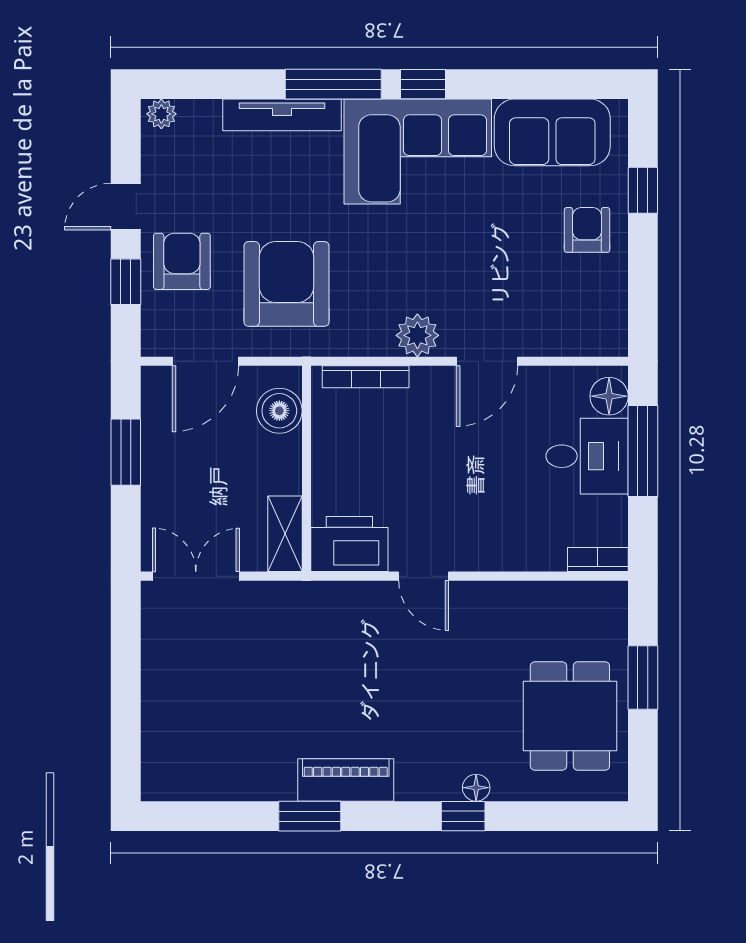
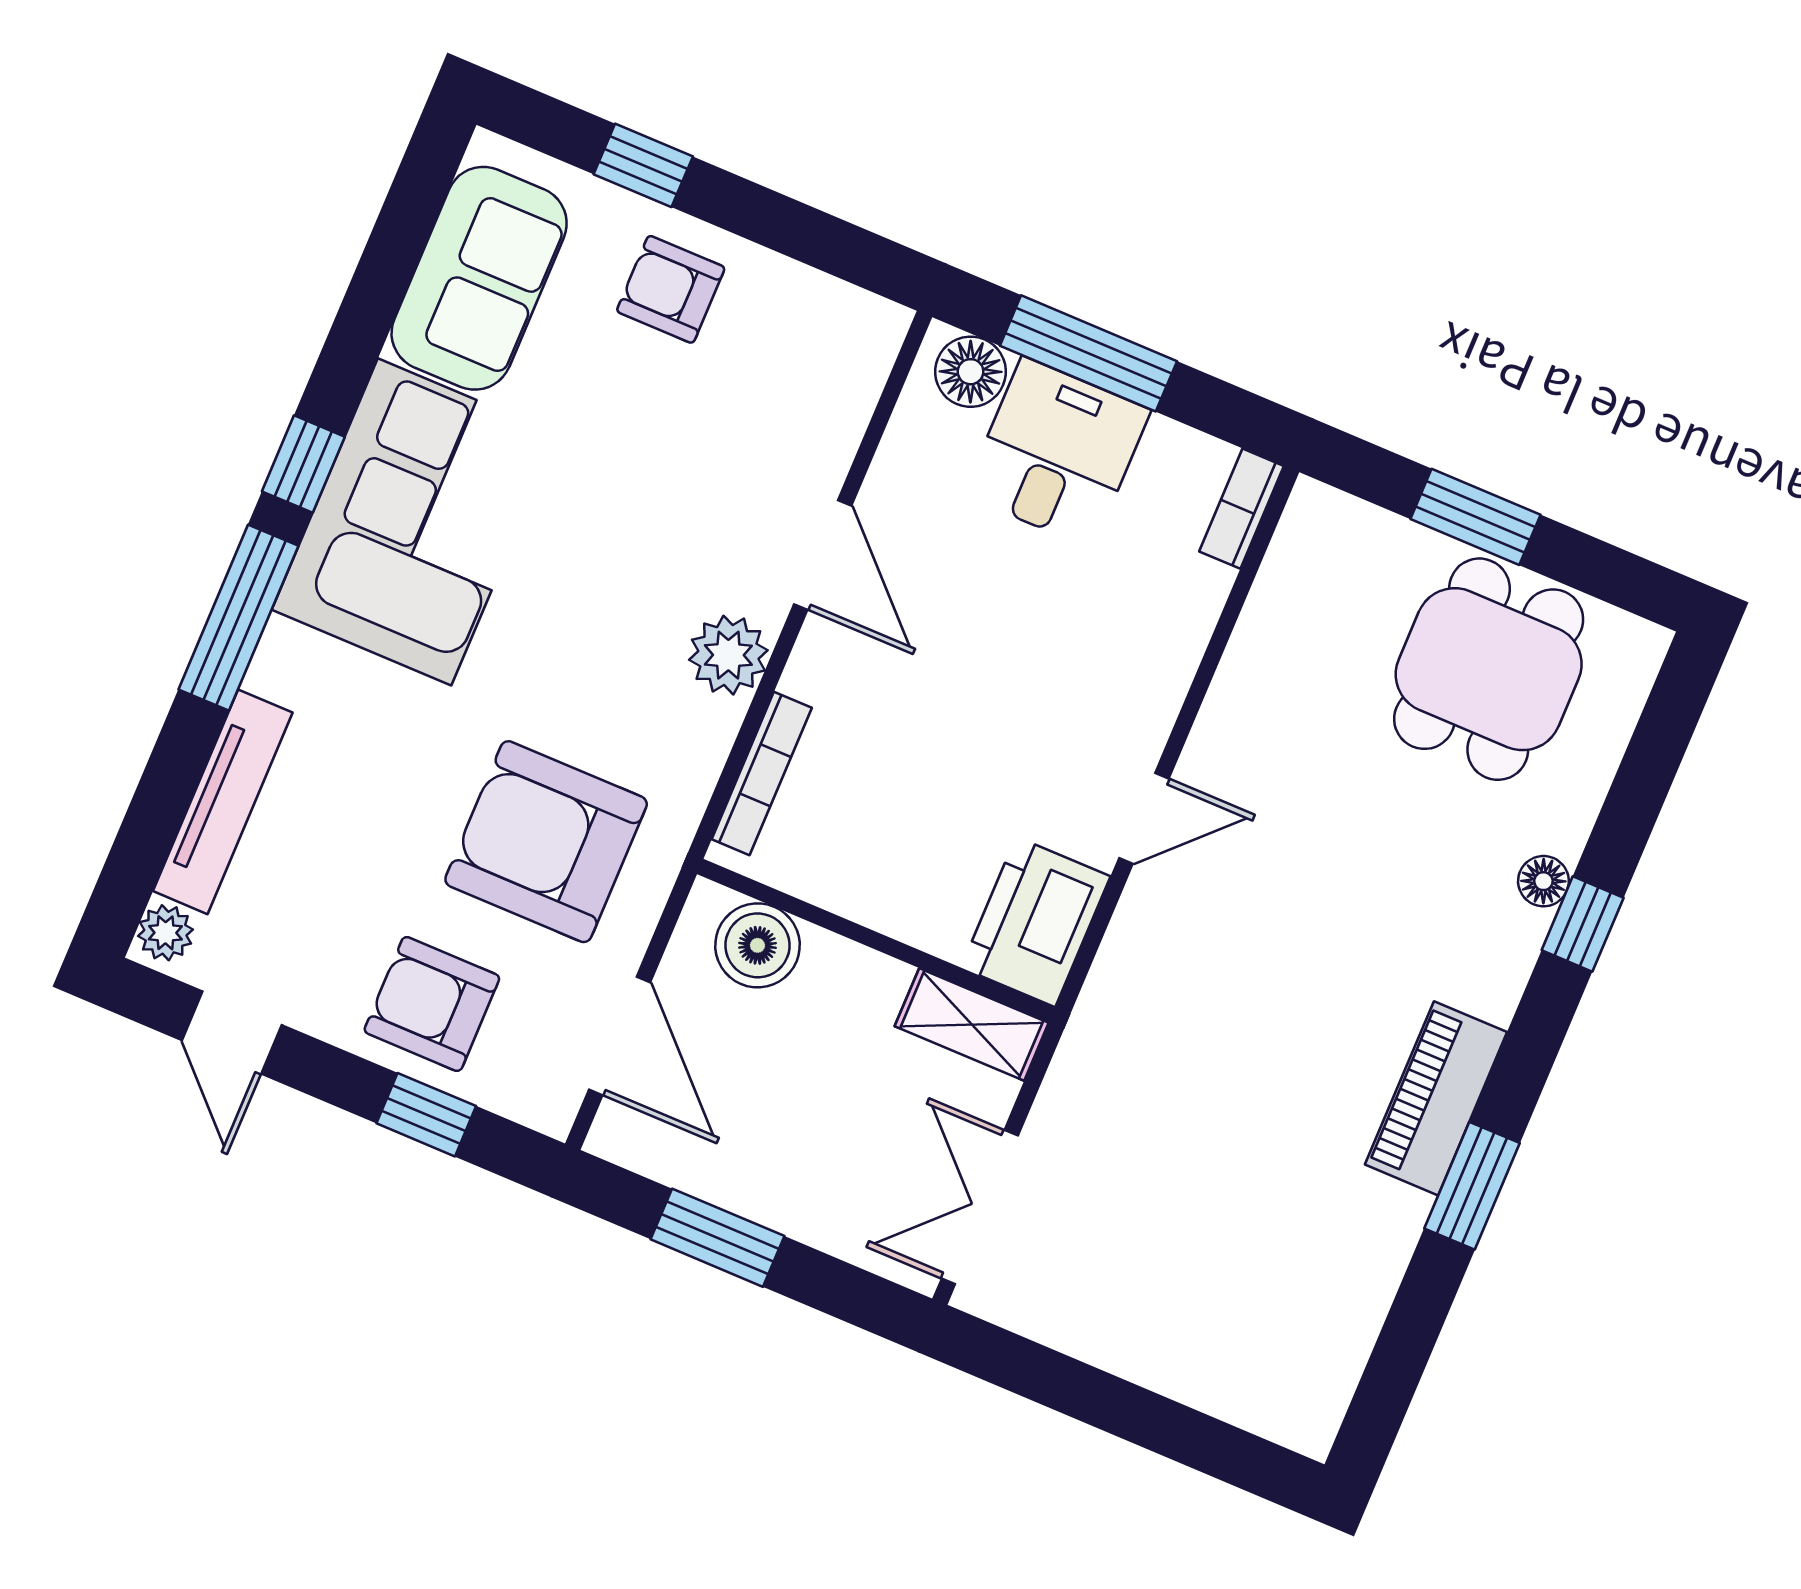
tv unit: (282, 115) -> (223, 802), moved
door: (126, 207) -> (232, 1033), moved
dining table: (570, 716) -> (1489, 669), turned 90

